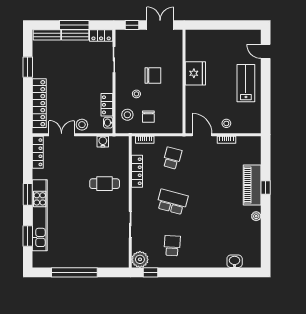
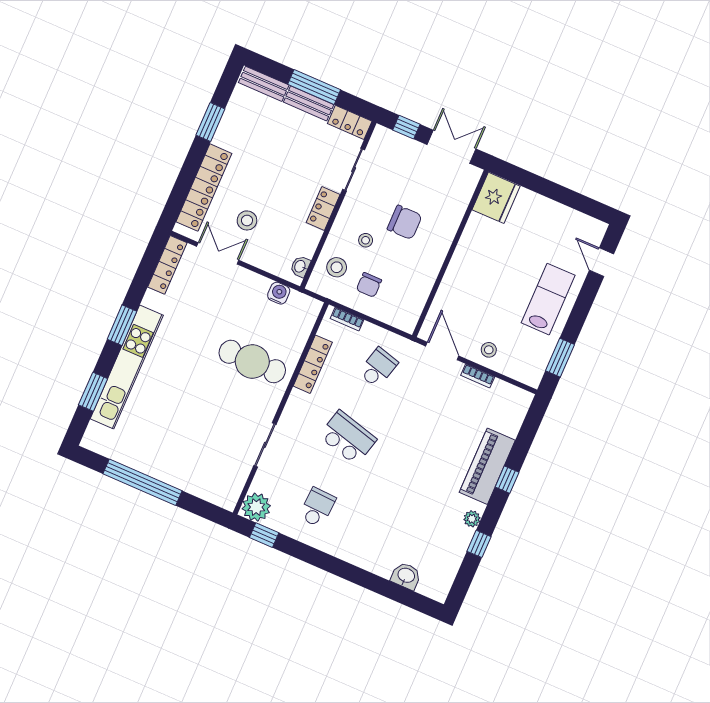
fridge: (195, 73) -> (496, 198), moved
locker: (107, 105) -> (323, 208), moved
window: (266, 111) -> (560, 358), added
stool: (82, 125) -> (247, 220), moved
cafe table: (105, 184) -> (252, 362), width x1.37, depth x1.35
window: (266, 228) -> (479, 544), added

